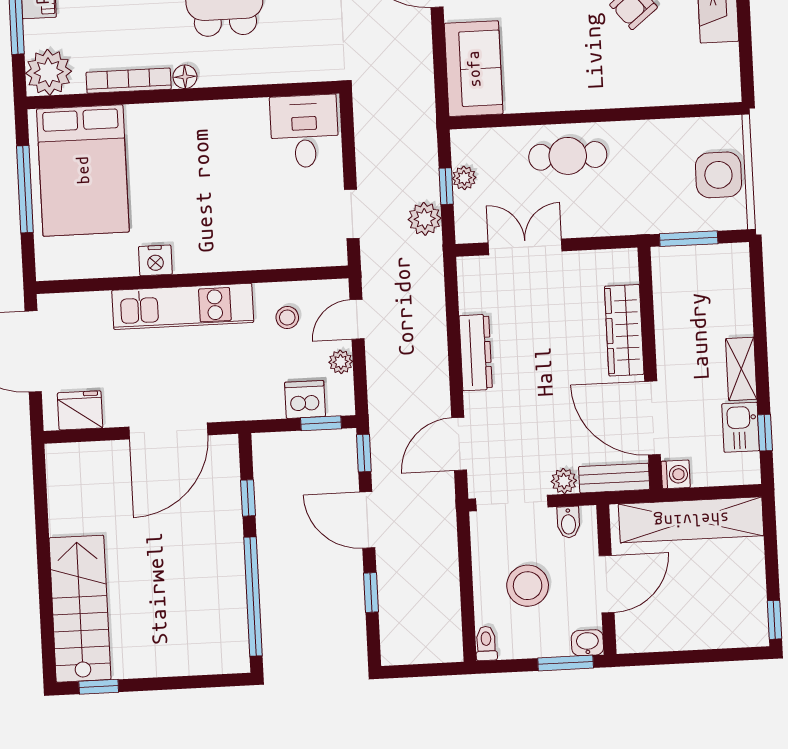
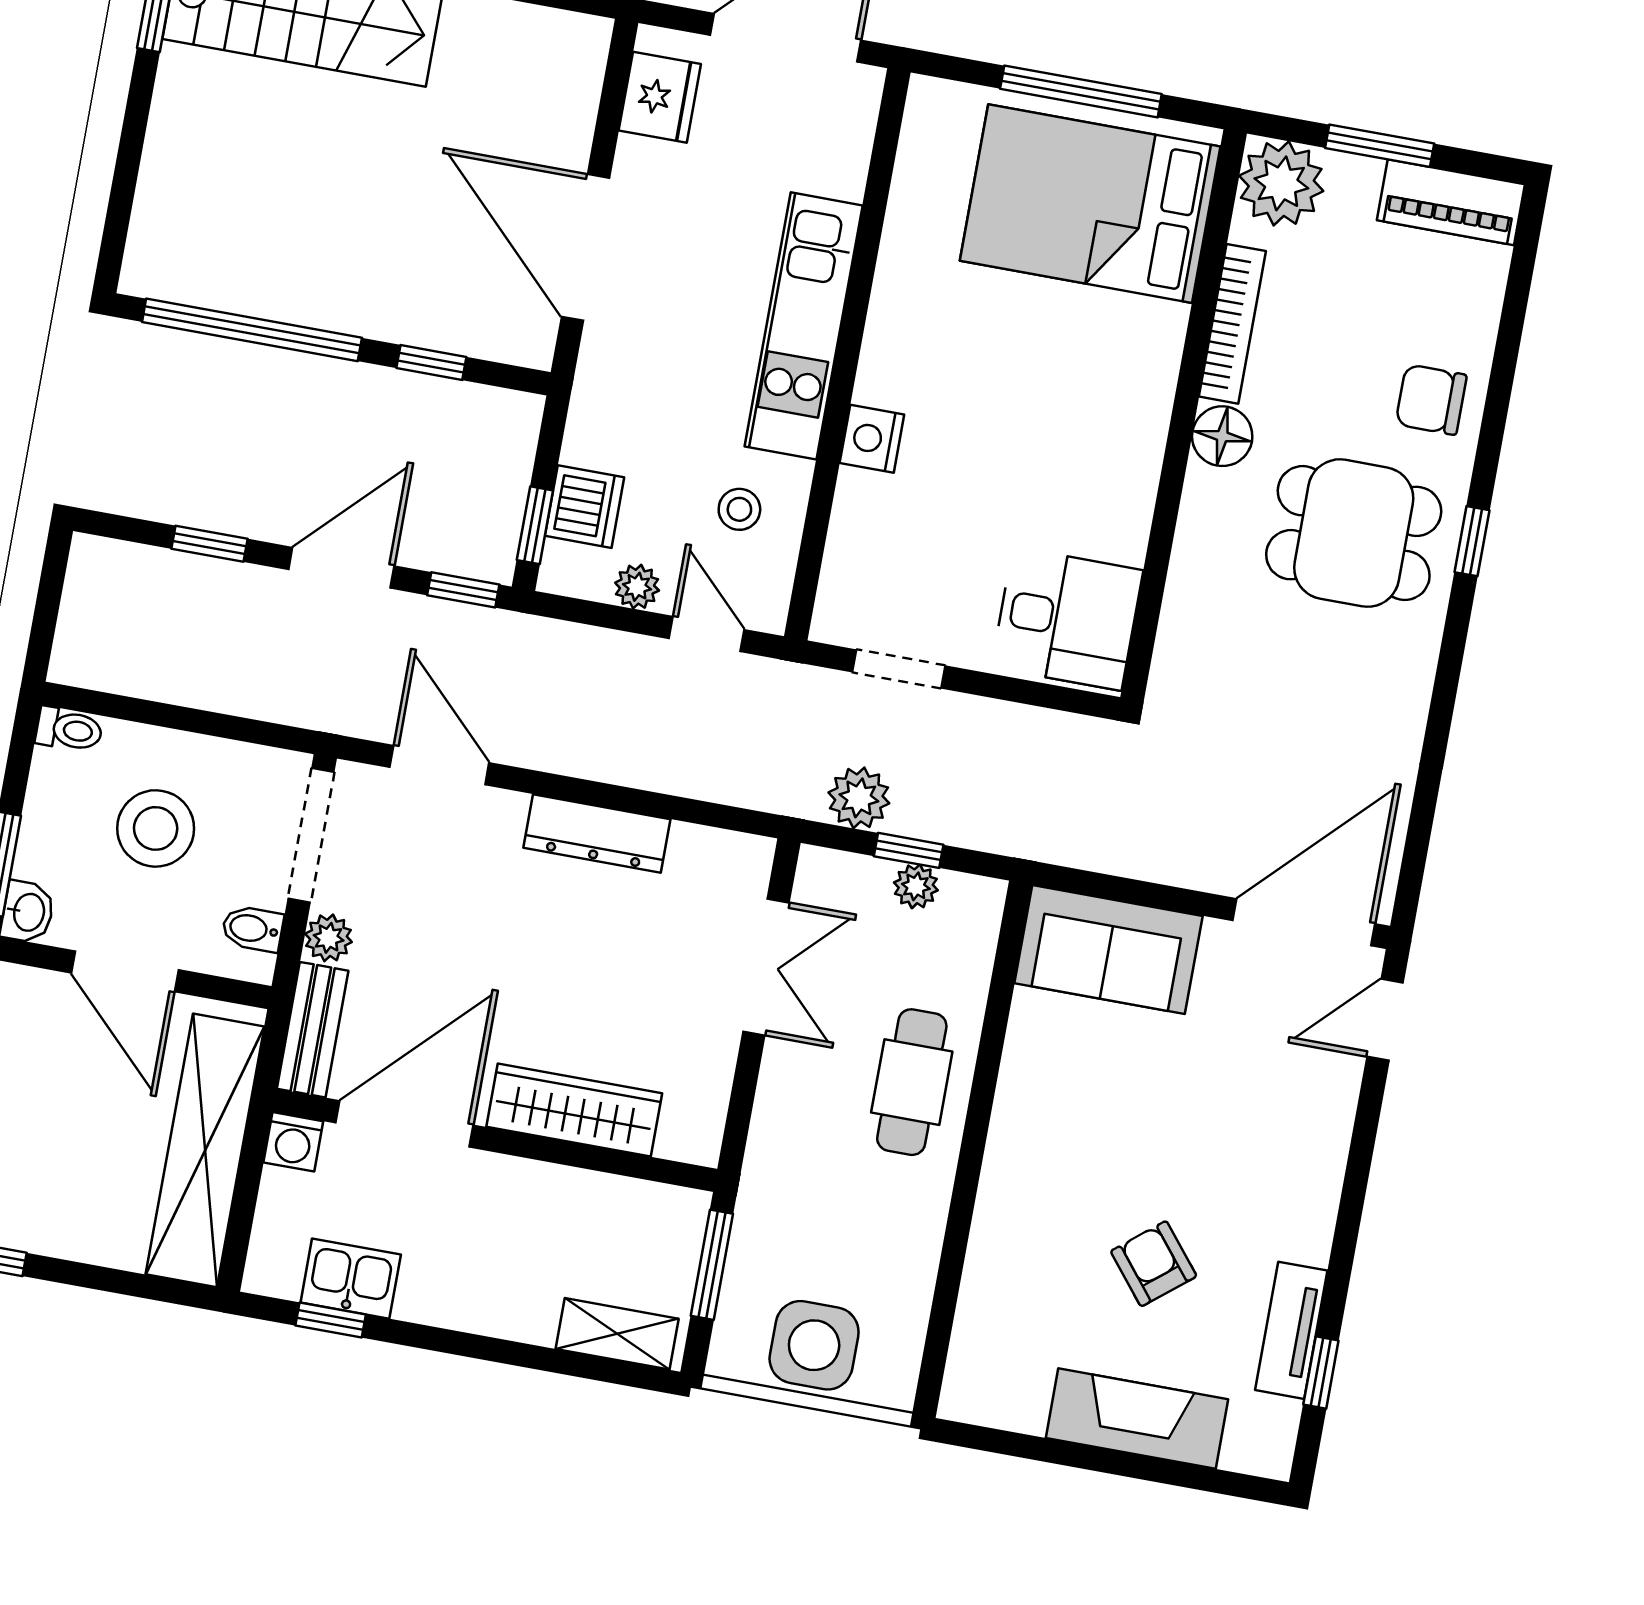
floor lamp: (185, 77) -> (1222, 436), width x1.37, depth x1.37
nightstand: (155, 260) -> (872, 439), moved
shelving: (741, 369) -> (617, 1334), moved

